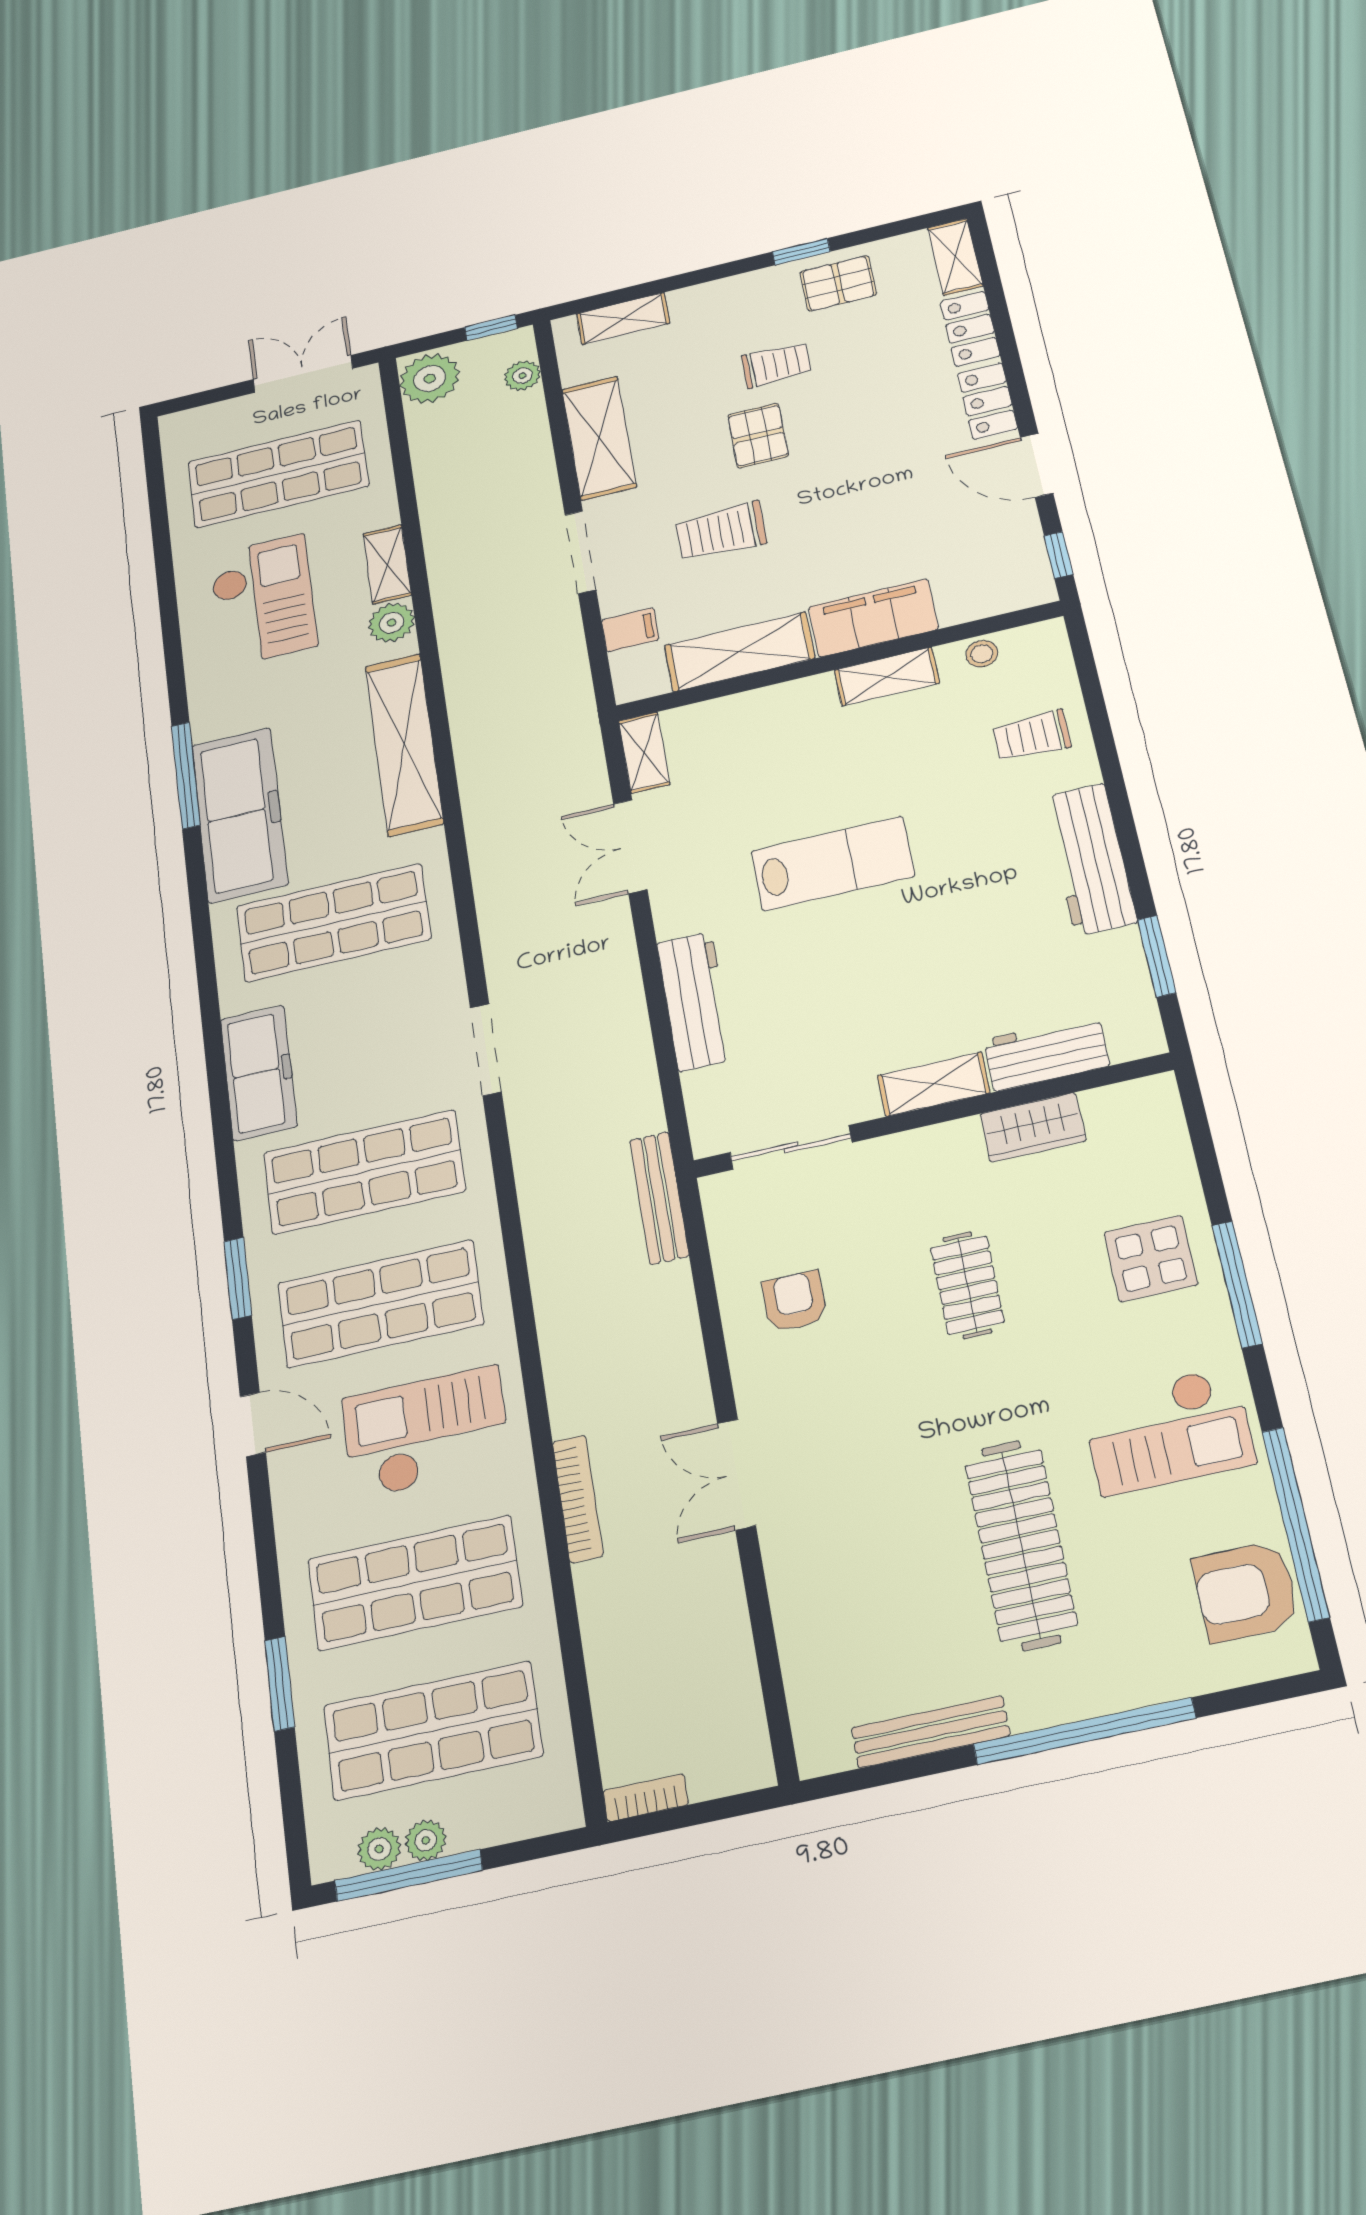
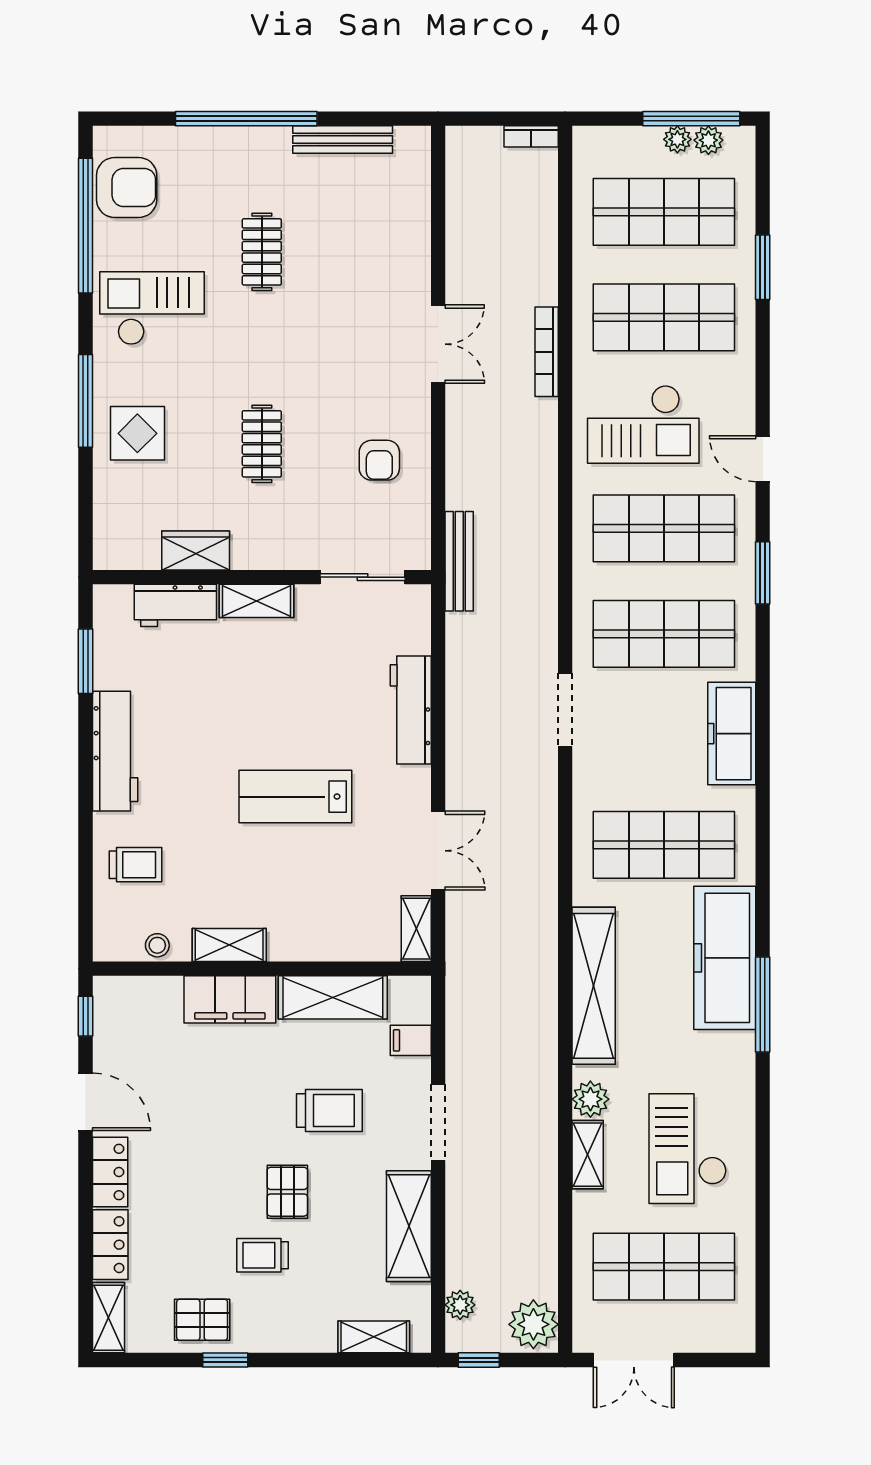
clothes rail: (1021, 1545) -> (262, 252), width x0.54, depth x0.76

